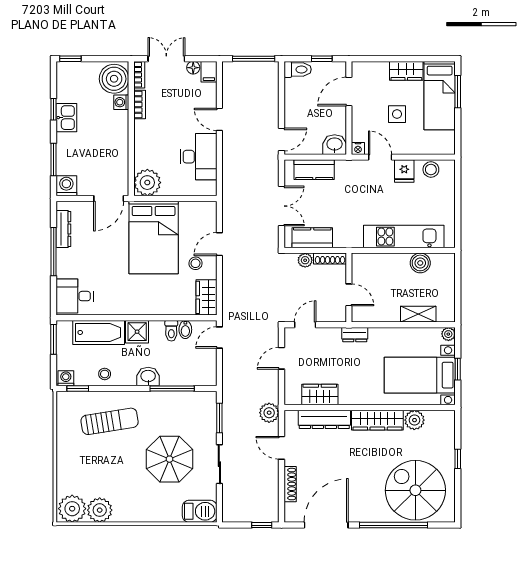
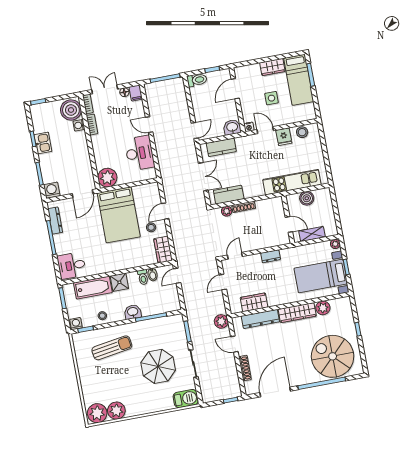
wall: (349, 288) -> (288, 219), moved
door: (349, 295) -> (289, 224), moved

